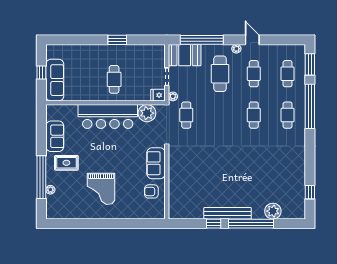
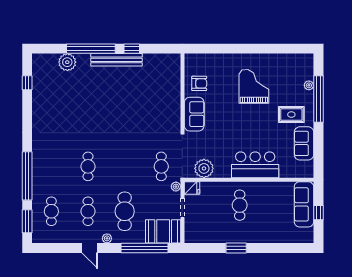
cafe table: (288, 115) -> (51, 166), removed
bar counter: (108, 116) -> (255, 165), width x0.73

